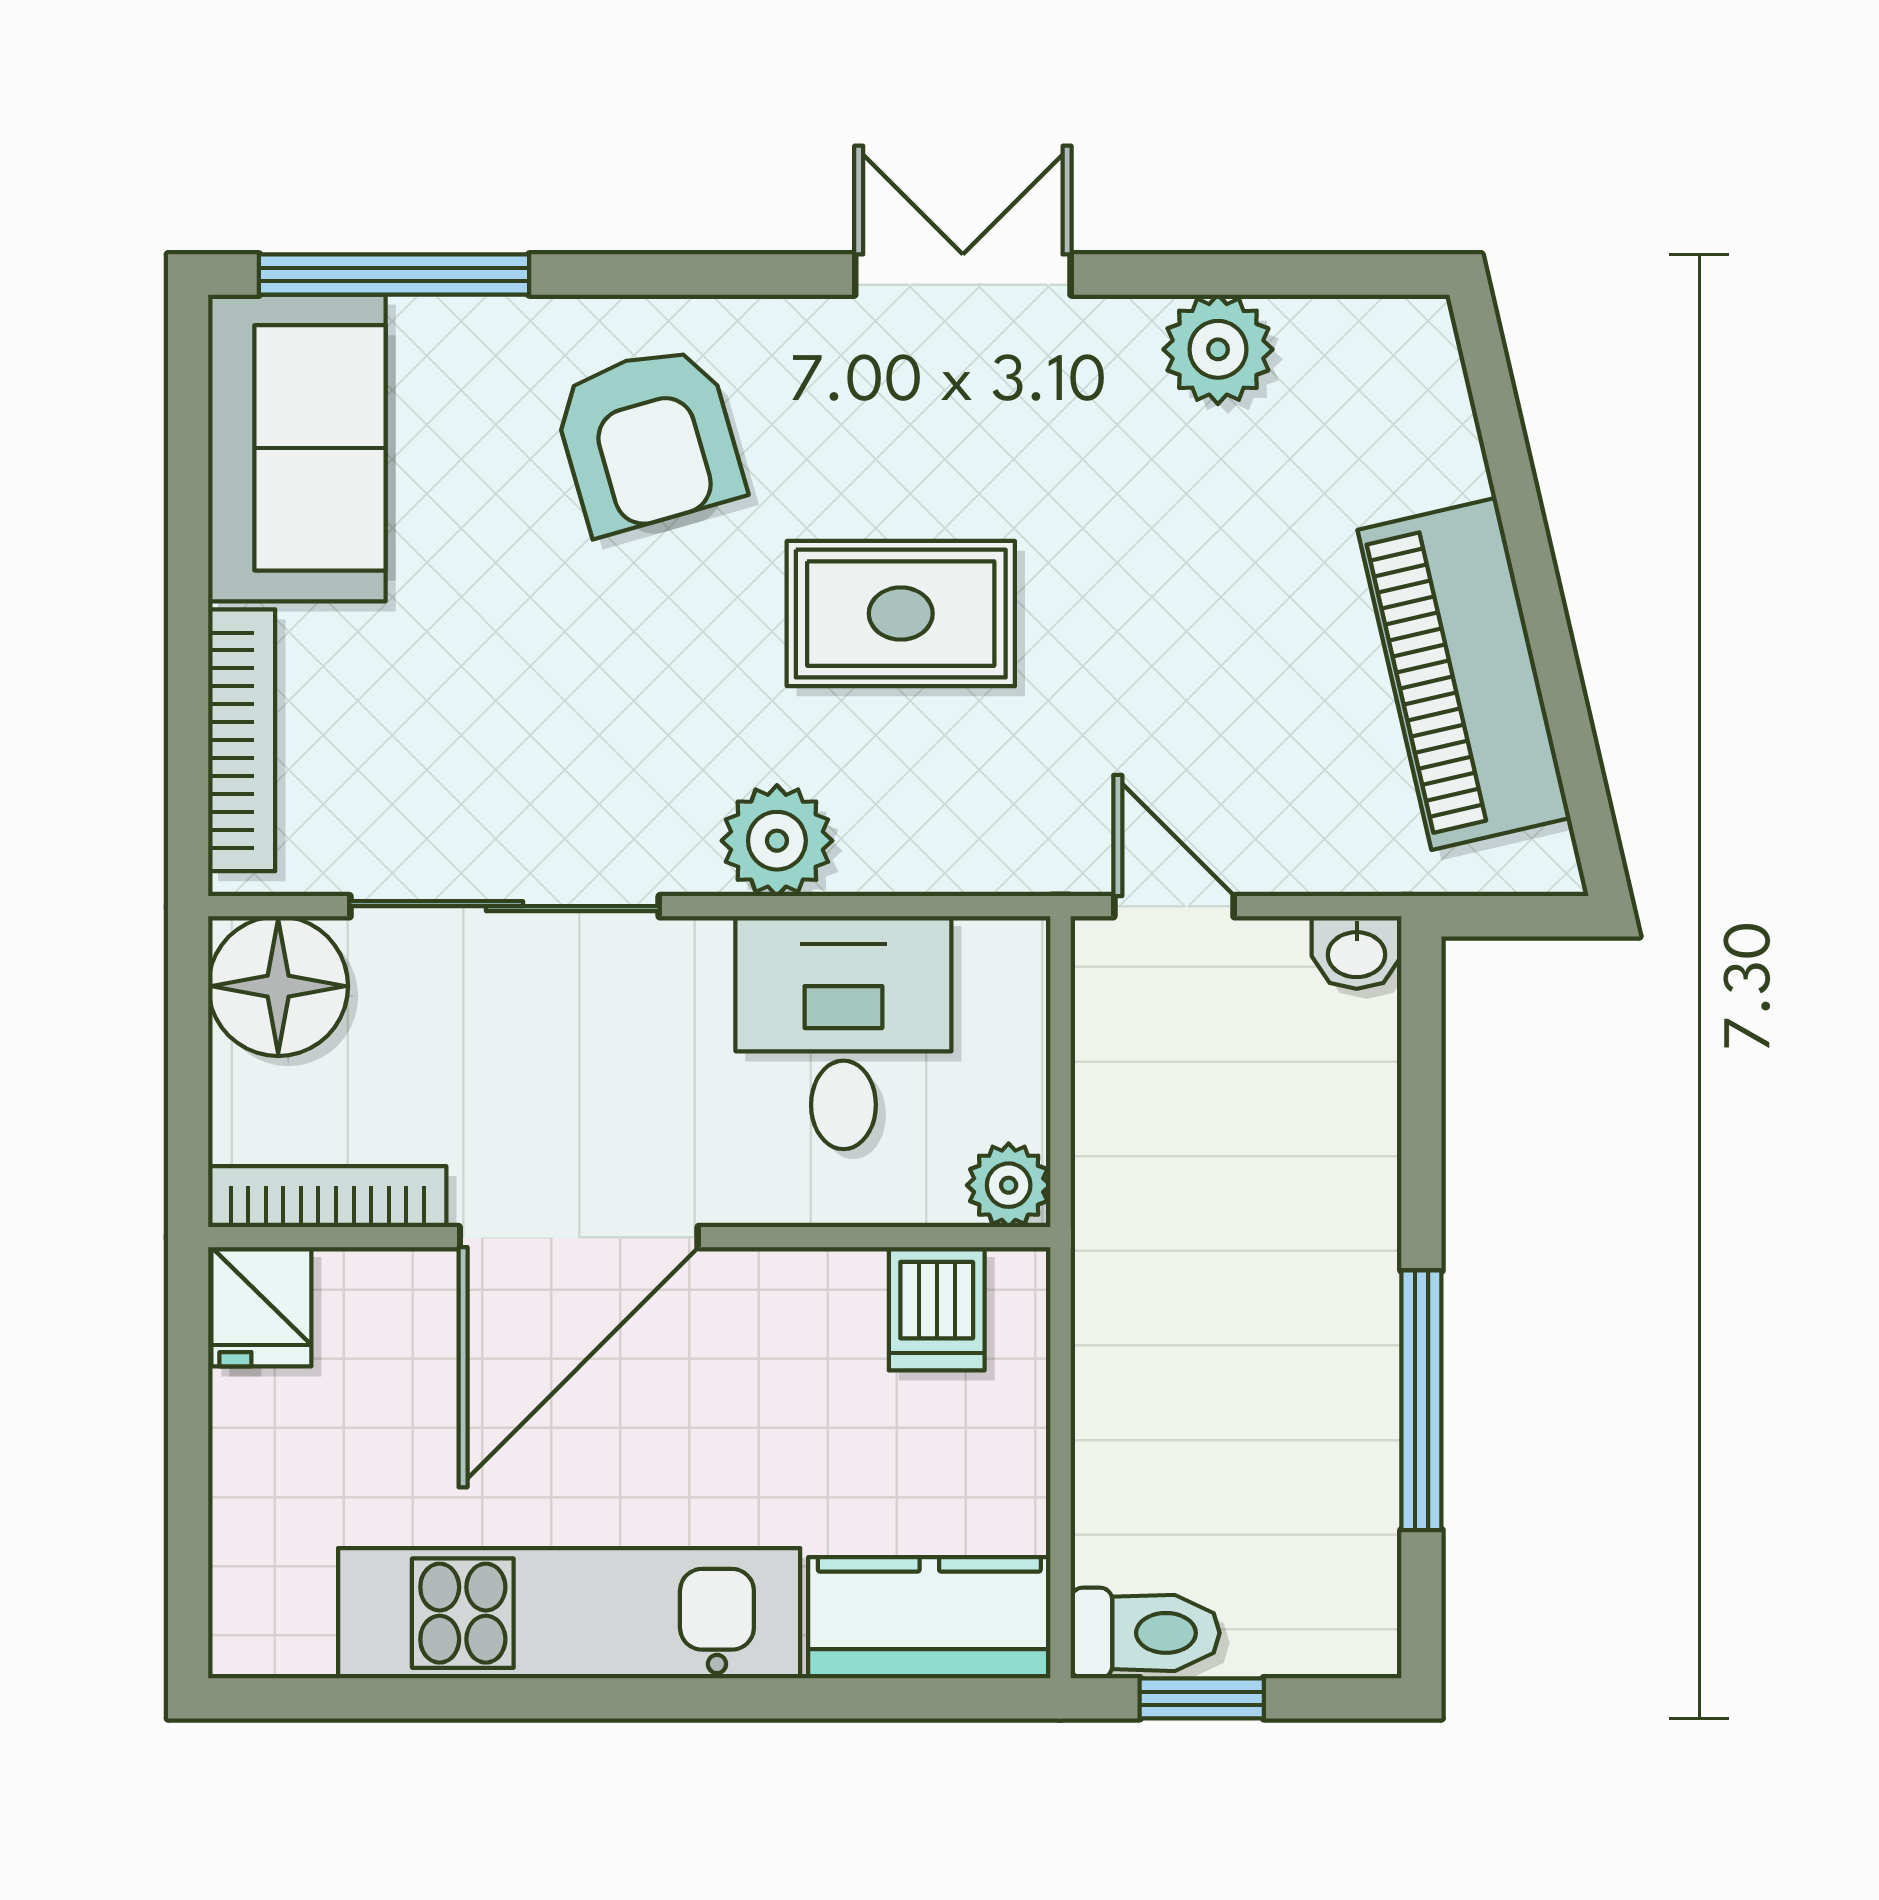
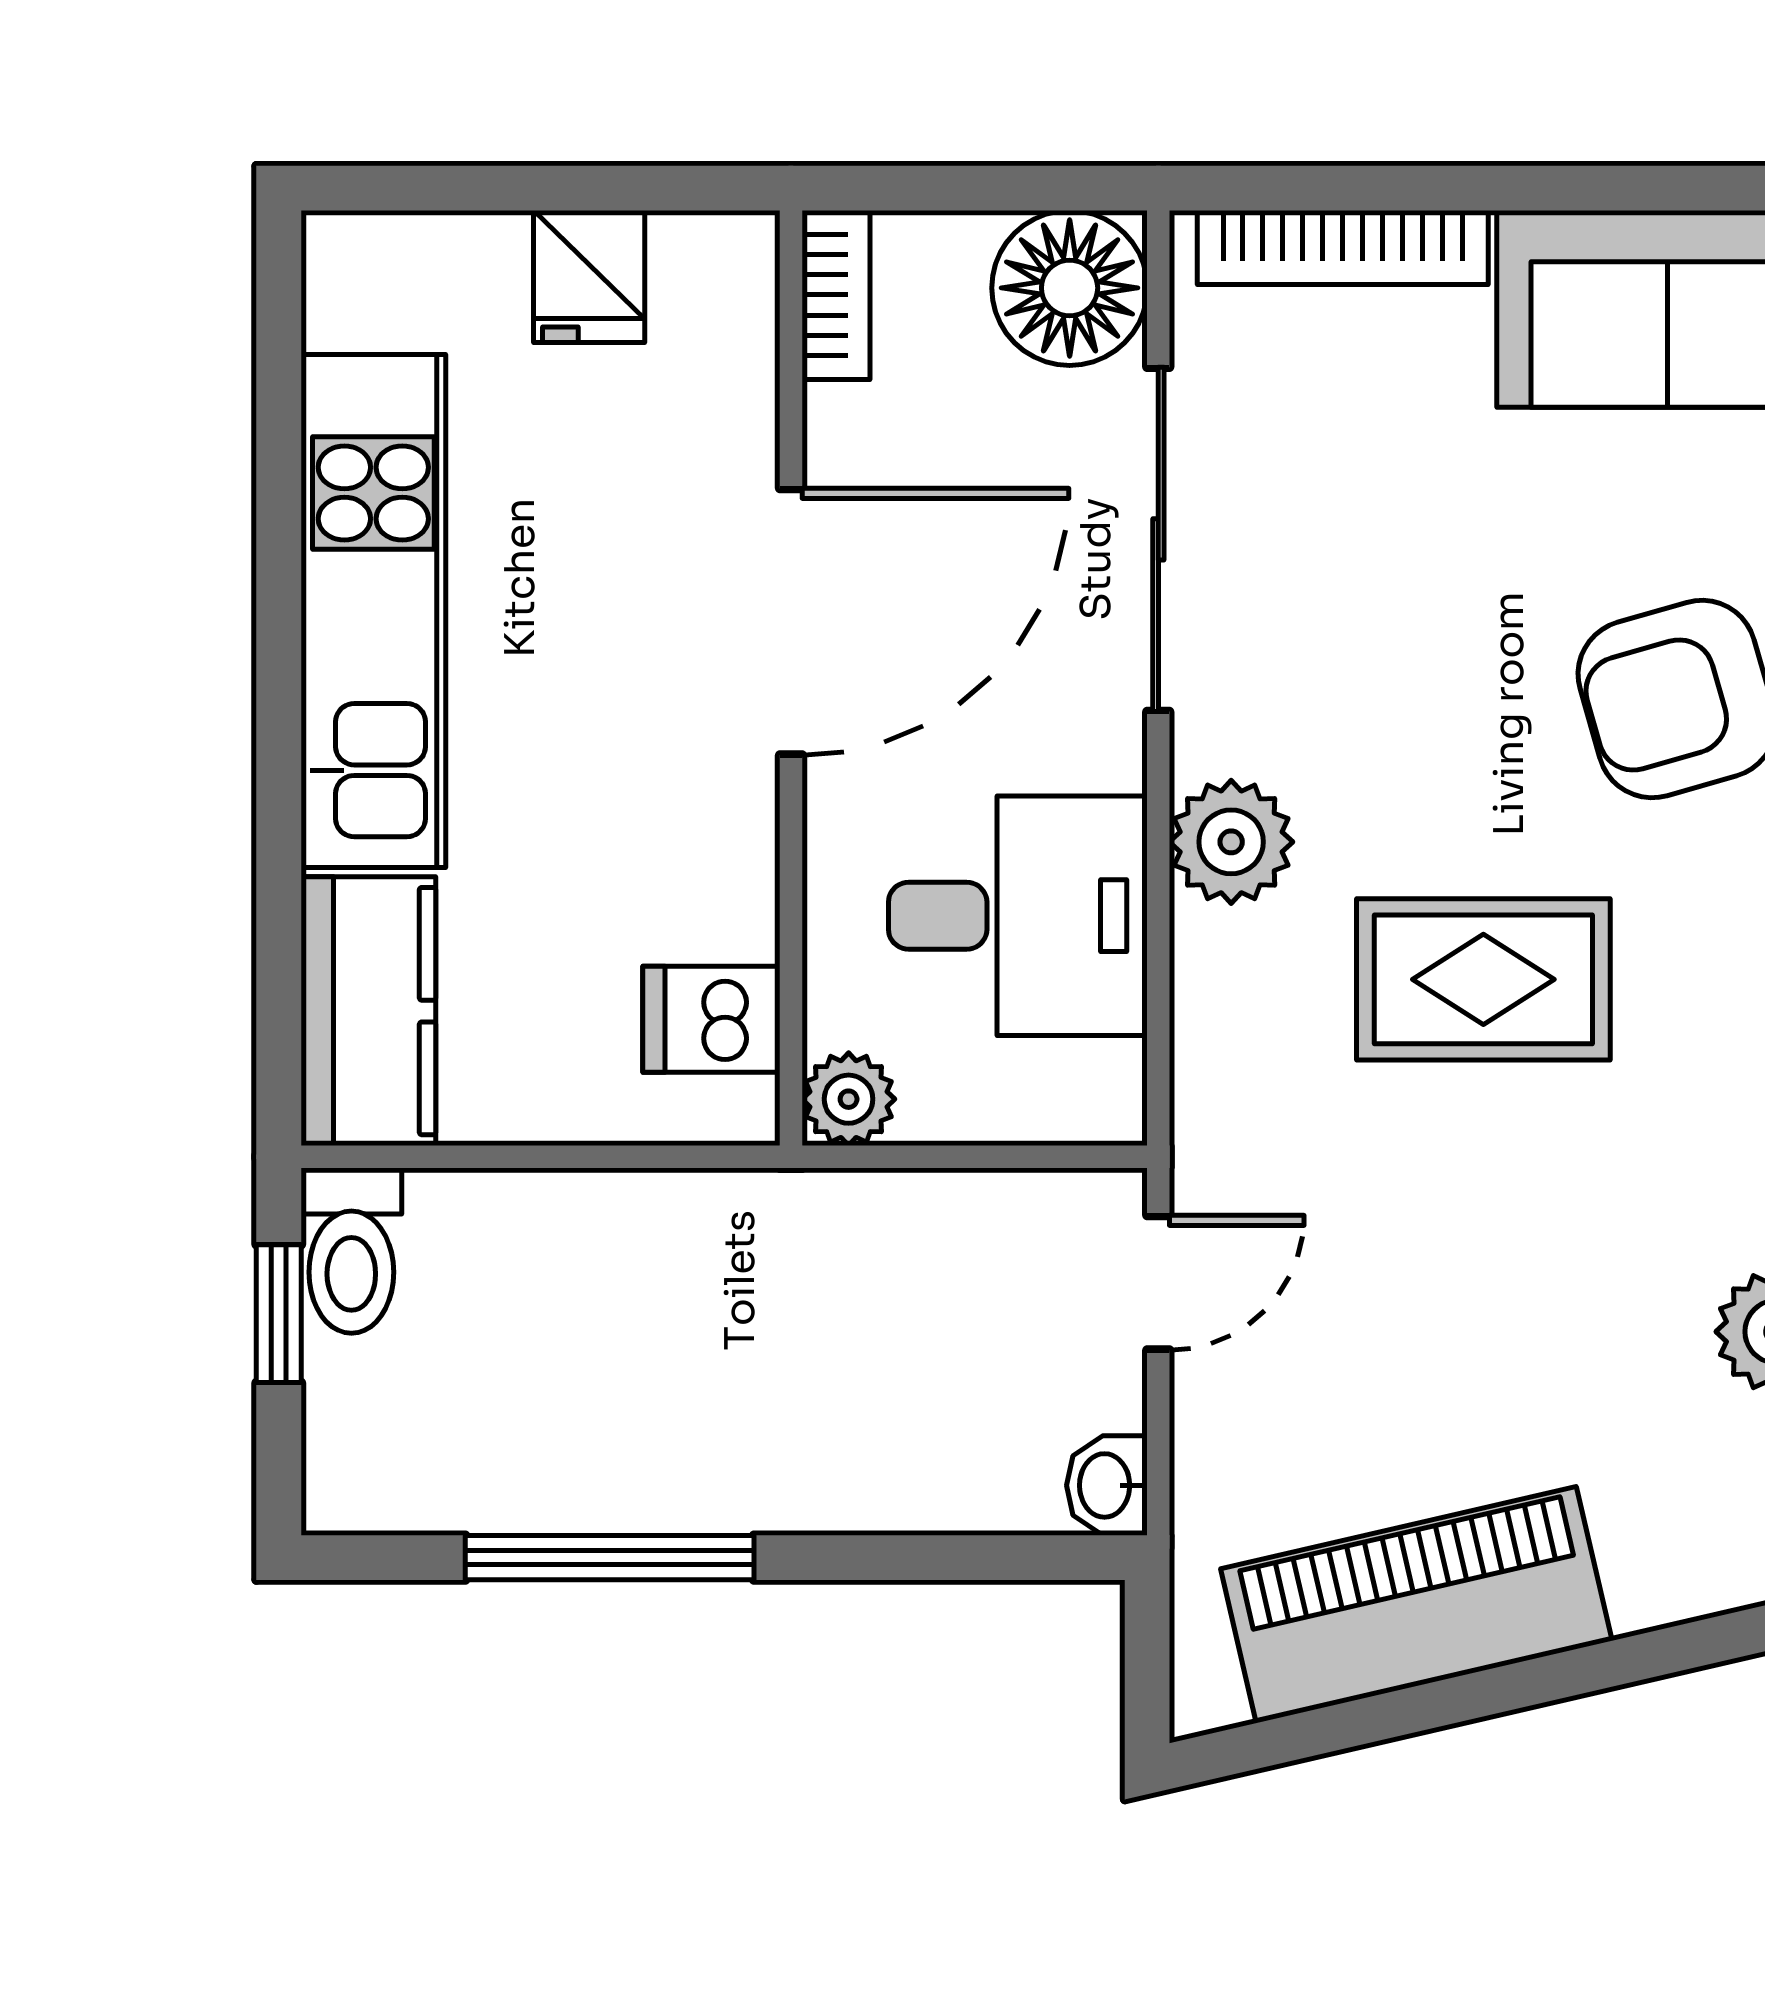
rug: (901, 614) -> (1483, 979), turned 90
bookcase: (327, 1197) -> (836, 295), width x0.64
door: (579, 1237) -> (791, 622), swing flipped
fridge: (261, 1307) -> (589, 277), moved, turned -90

